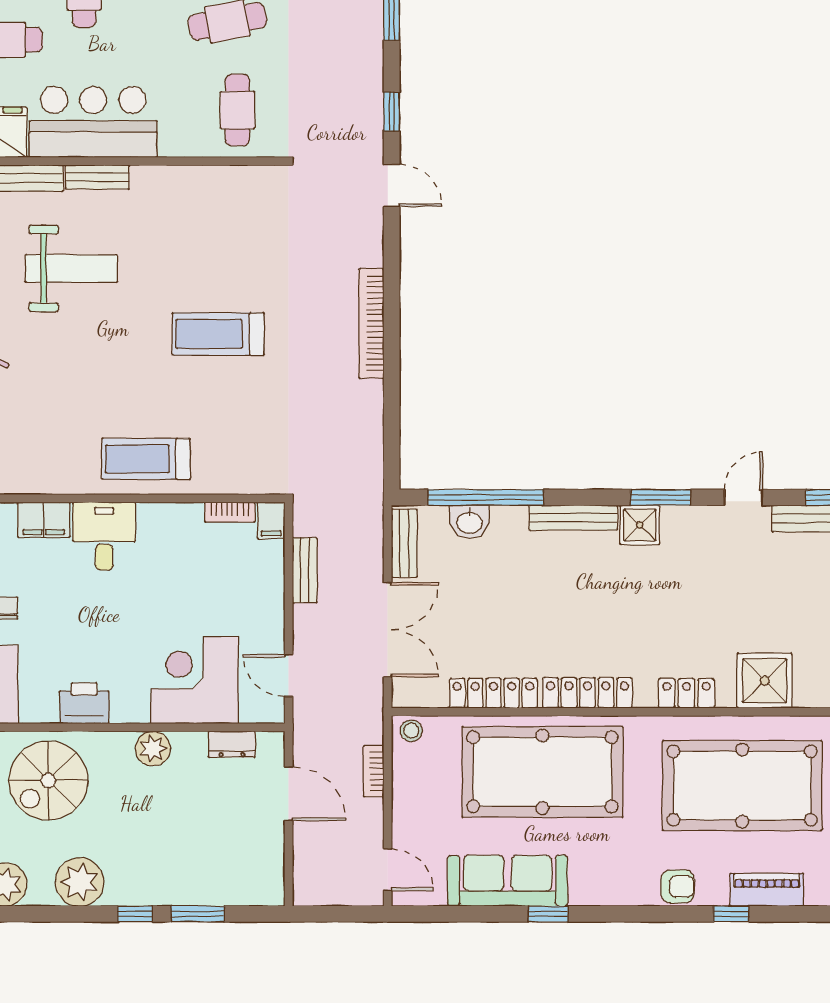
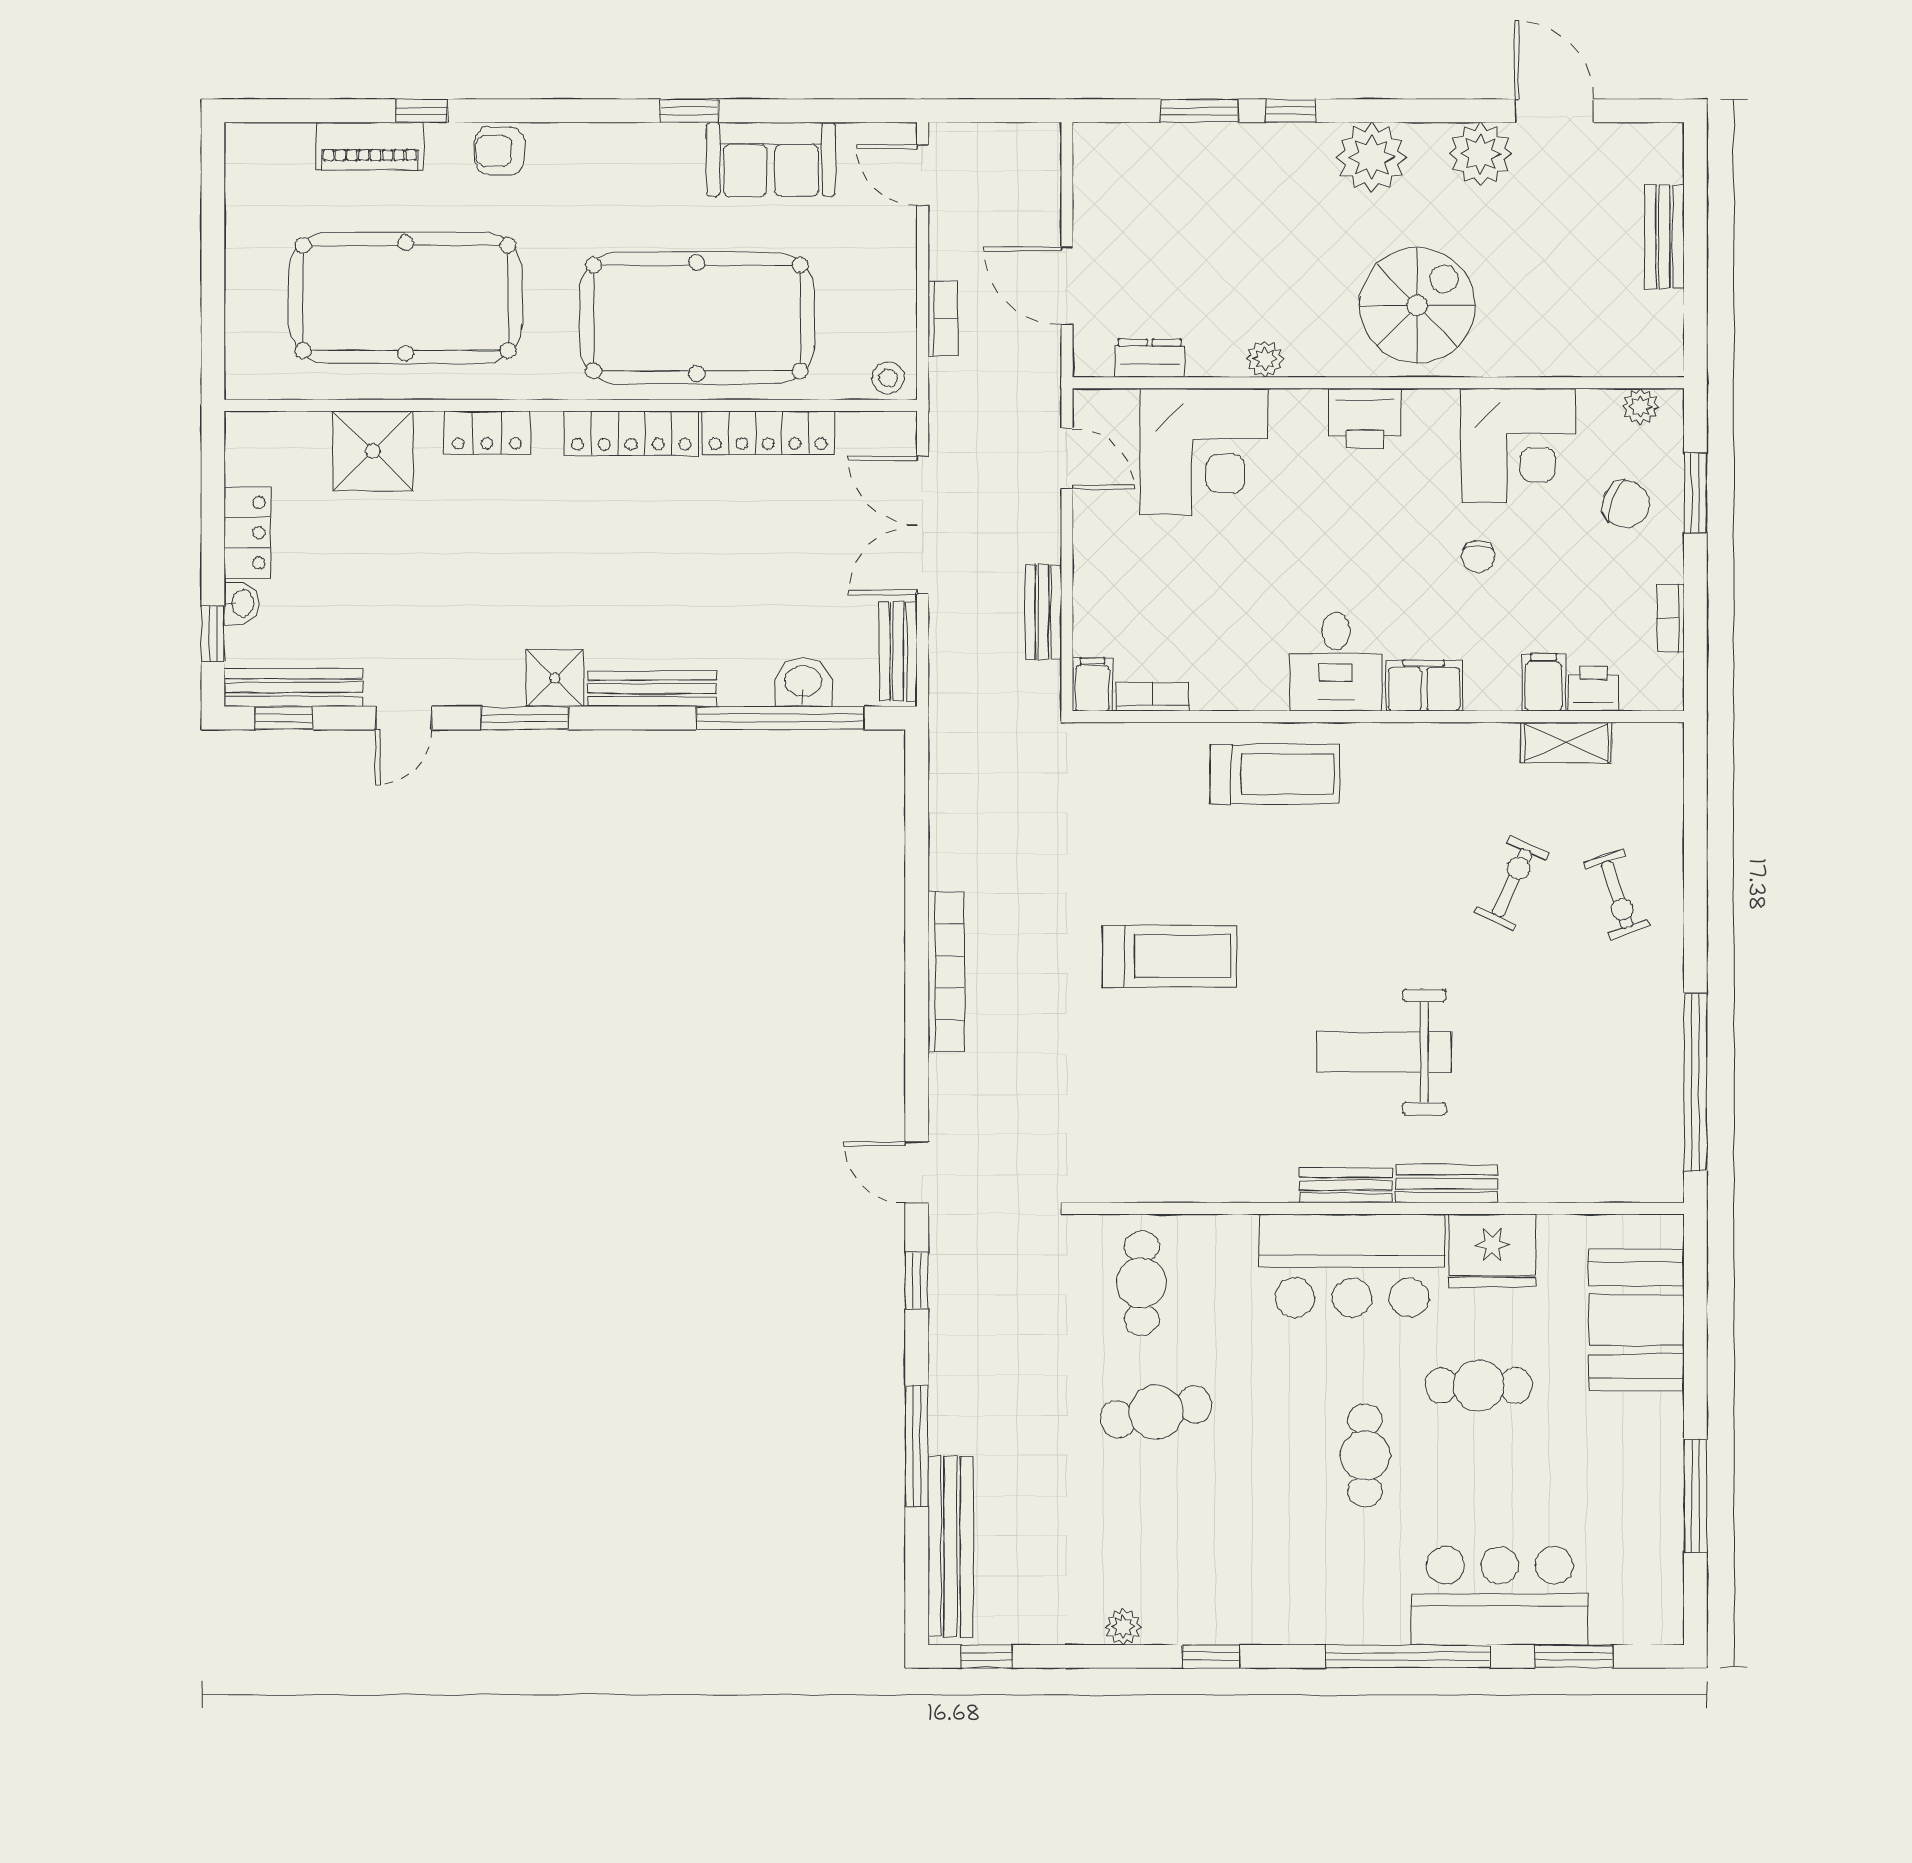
plant: (153, 749) -> (1265, 359), width x0.73, depth x0.73
sofa: (508, 881) -> (771, 159), width x0.73

